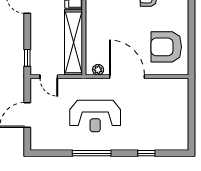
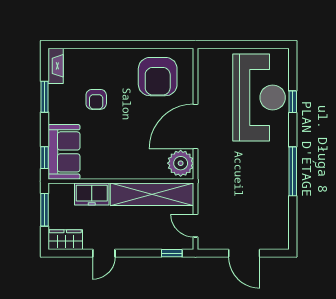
plant: (98, 70) -> (181, 163), width x1.88, depth x1.88
door: (49, 77) -> (196, 226), swing flipped
reception desk: (95, 116) -> (259, 98), moved, width x1.36, depth x1.30

